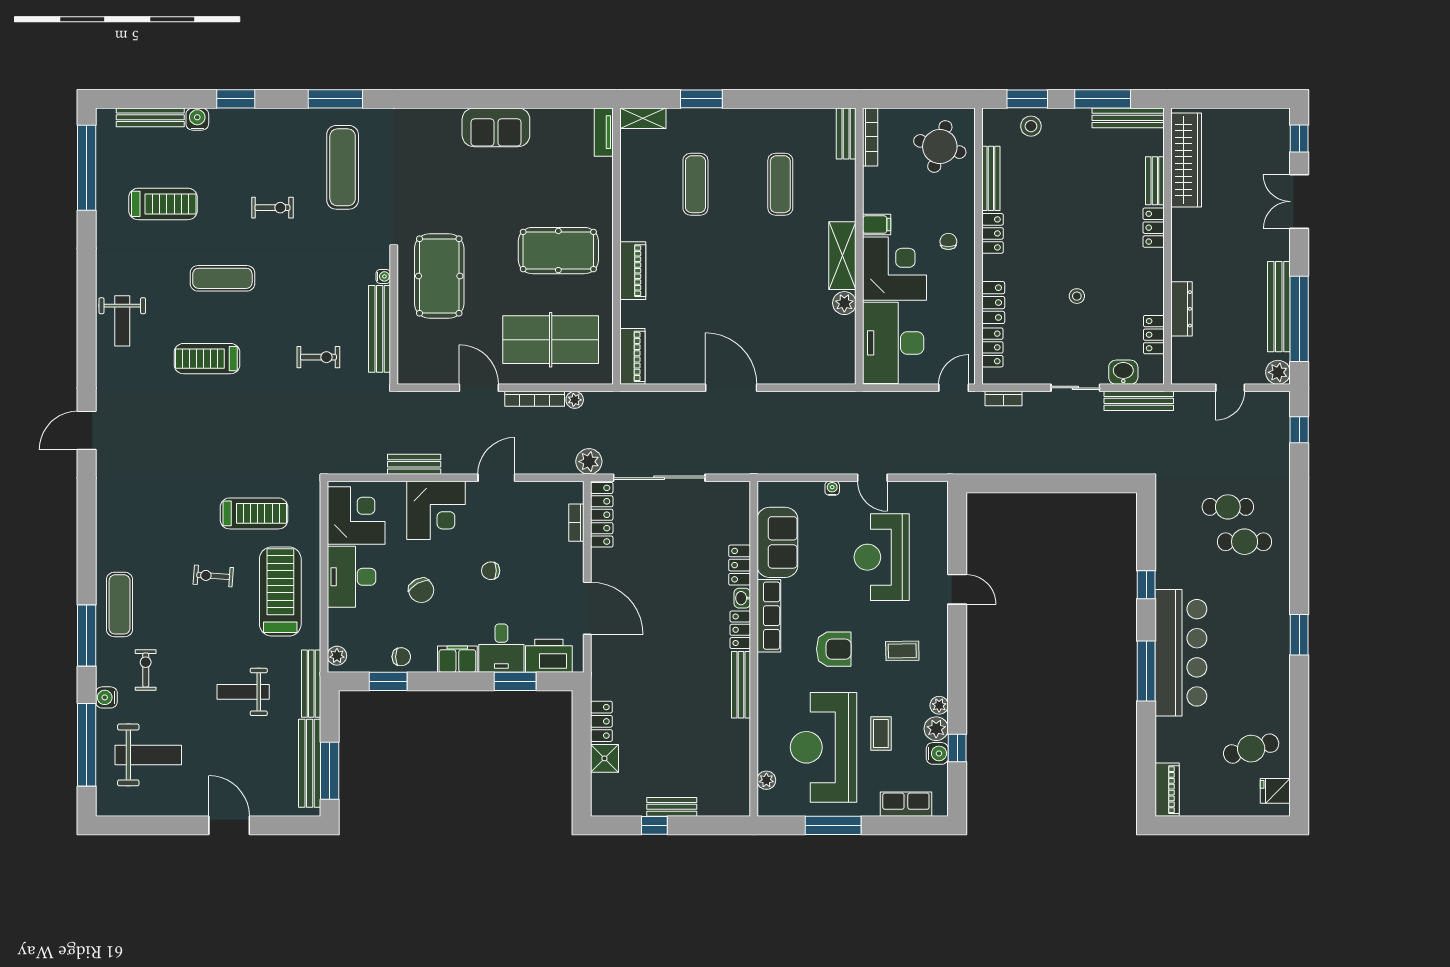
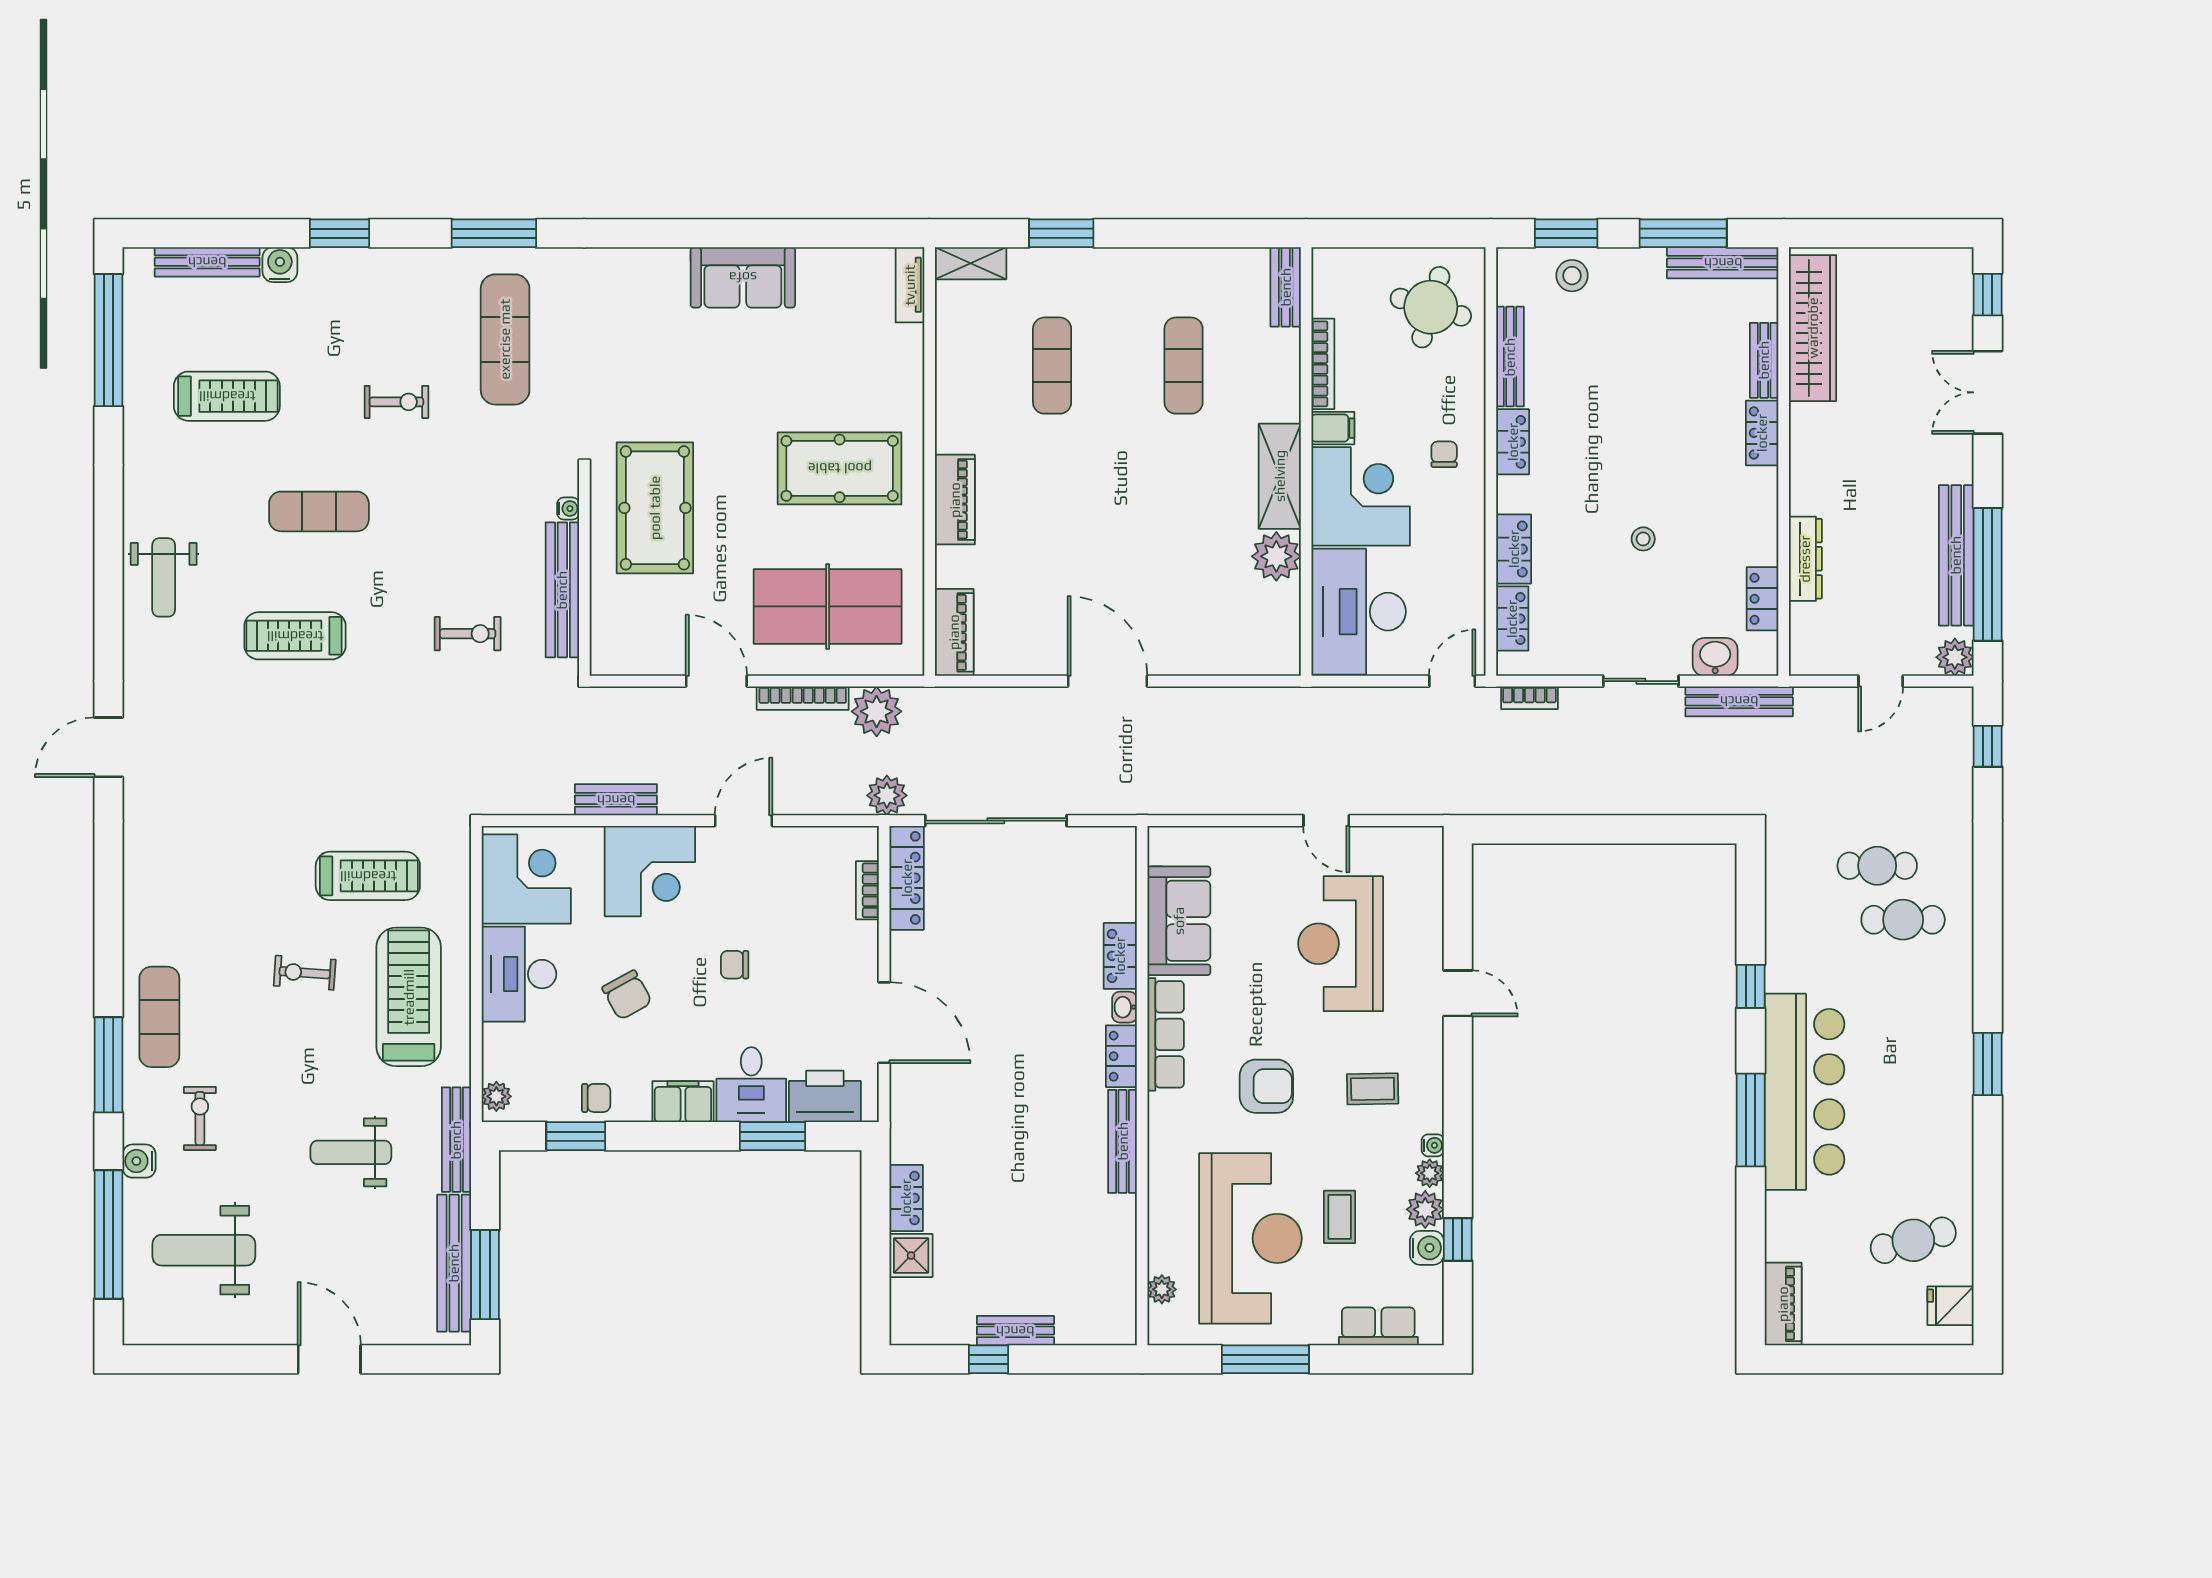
bookcase: (870, 137) -> (1323, 364), moved
plant: (844, 303) -> (1276, 556), width x1.36, depth x1.36
plant: (575, 400) -> (877, 711), width x1.88, depth x1.88
water cooler: (832, 488) -> (1433, 1145), moved, turned 90
reception desk: (824, 747) -> (1251, 1238), turned 180
weight bench: (148, 755) -> (204, 1250), turned 180

